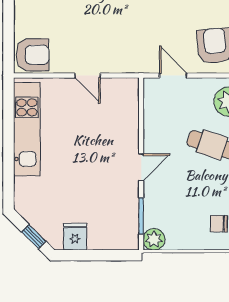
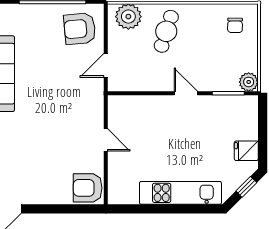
armchair: (33, 55) -> (88, 188), turned -90
door: (88, 76) -> (106, 140), hinge flipped
kitchen unit: (27, 129) -> (180, 193), moved

